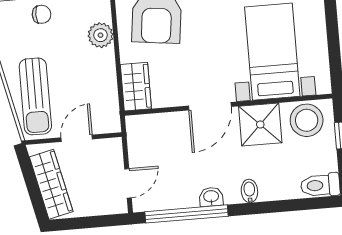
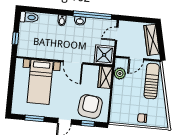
plant: (101, 35) -> (120, 73), moved
door: (210, 106) -> (73, 62), swing flipped
stool: (307, 120) -> (30, 48), removed
shower: (260, 125) -> (104, 55), moved

